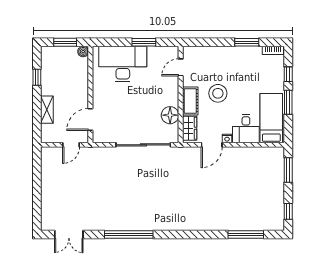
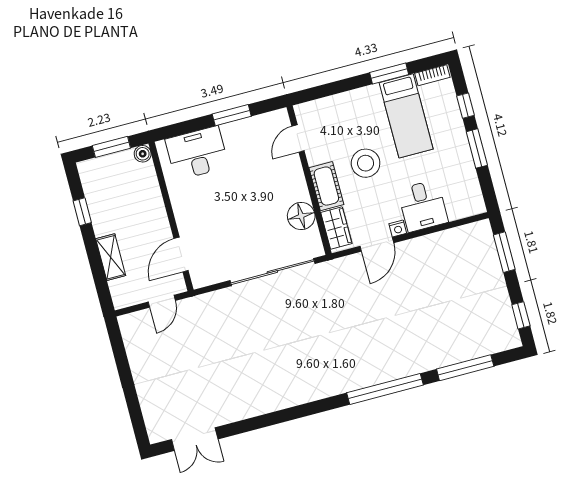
desk: (123, 64) -> (197, 153), width x0.73, depth x0.77
bed: (271, 118) -> (406, 116), moved, turned 180
window: (129, 234) -> (385, 389), moved

